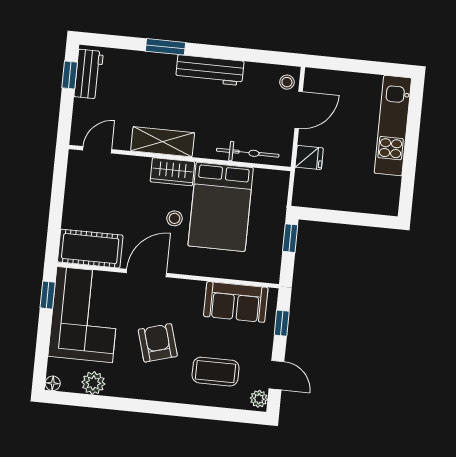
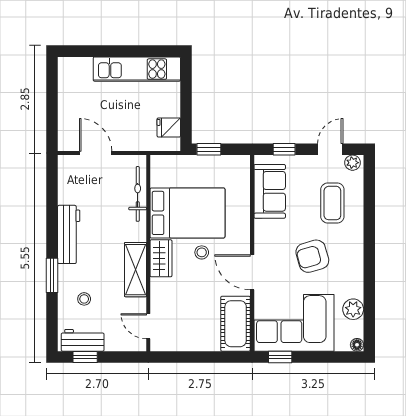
stool: (287, 82) -> (84, 299), moved
kitchen unit: (393, 126) -> (137, 69), moved
fridge: (309, 157) -> (169, 127), moved, turned -90

